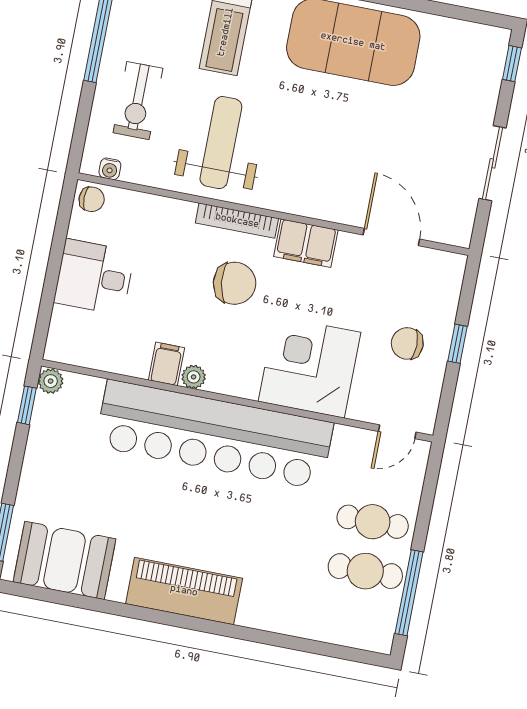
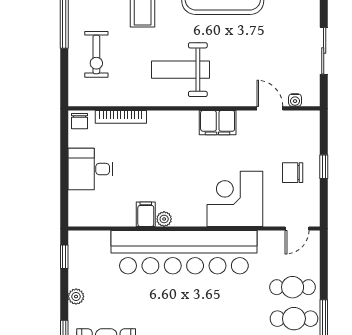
weight bench: (221, 143) -> (180, 70), moved, turned -90
water cooler: (110, 169) -> (295, 100), moved
chair: (92, 199) -> (80, 121), turned 90
bookcase: (237, 221) -> (121, 117), moved
door: (391, 237) -> (270, 108), width x0.73
chair: (235, 283) -> (178, 156), removed
plant: (51, 381) -> (76, 297), moved

